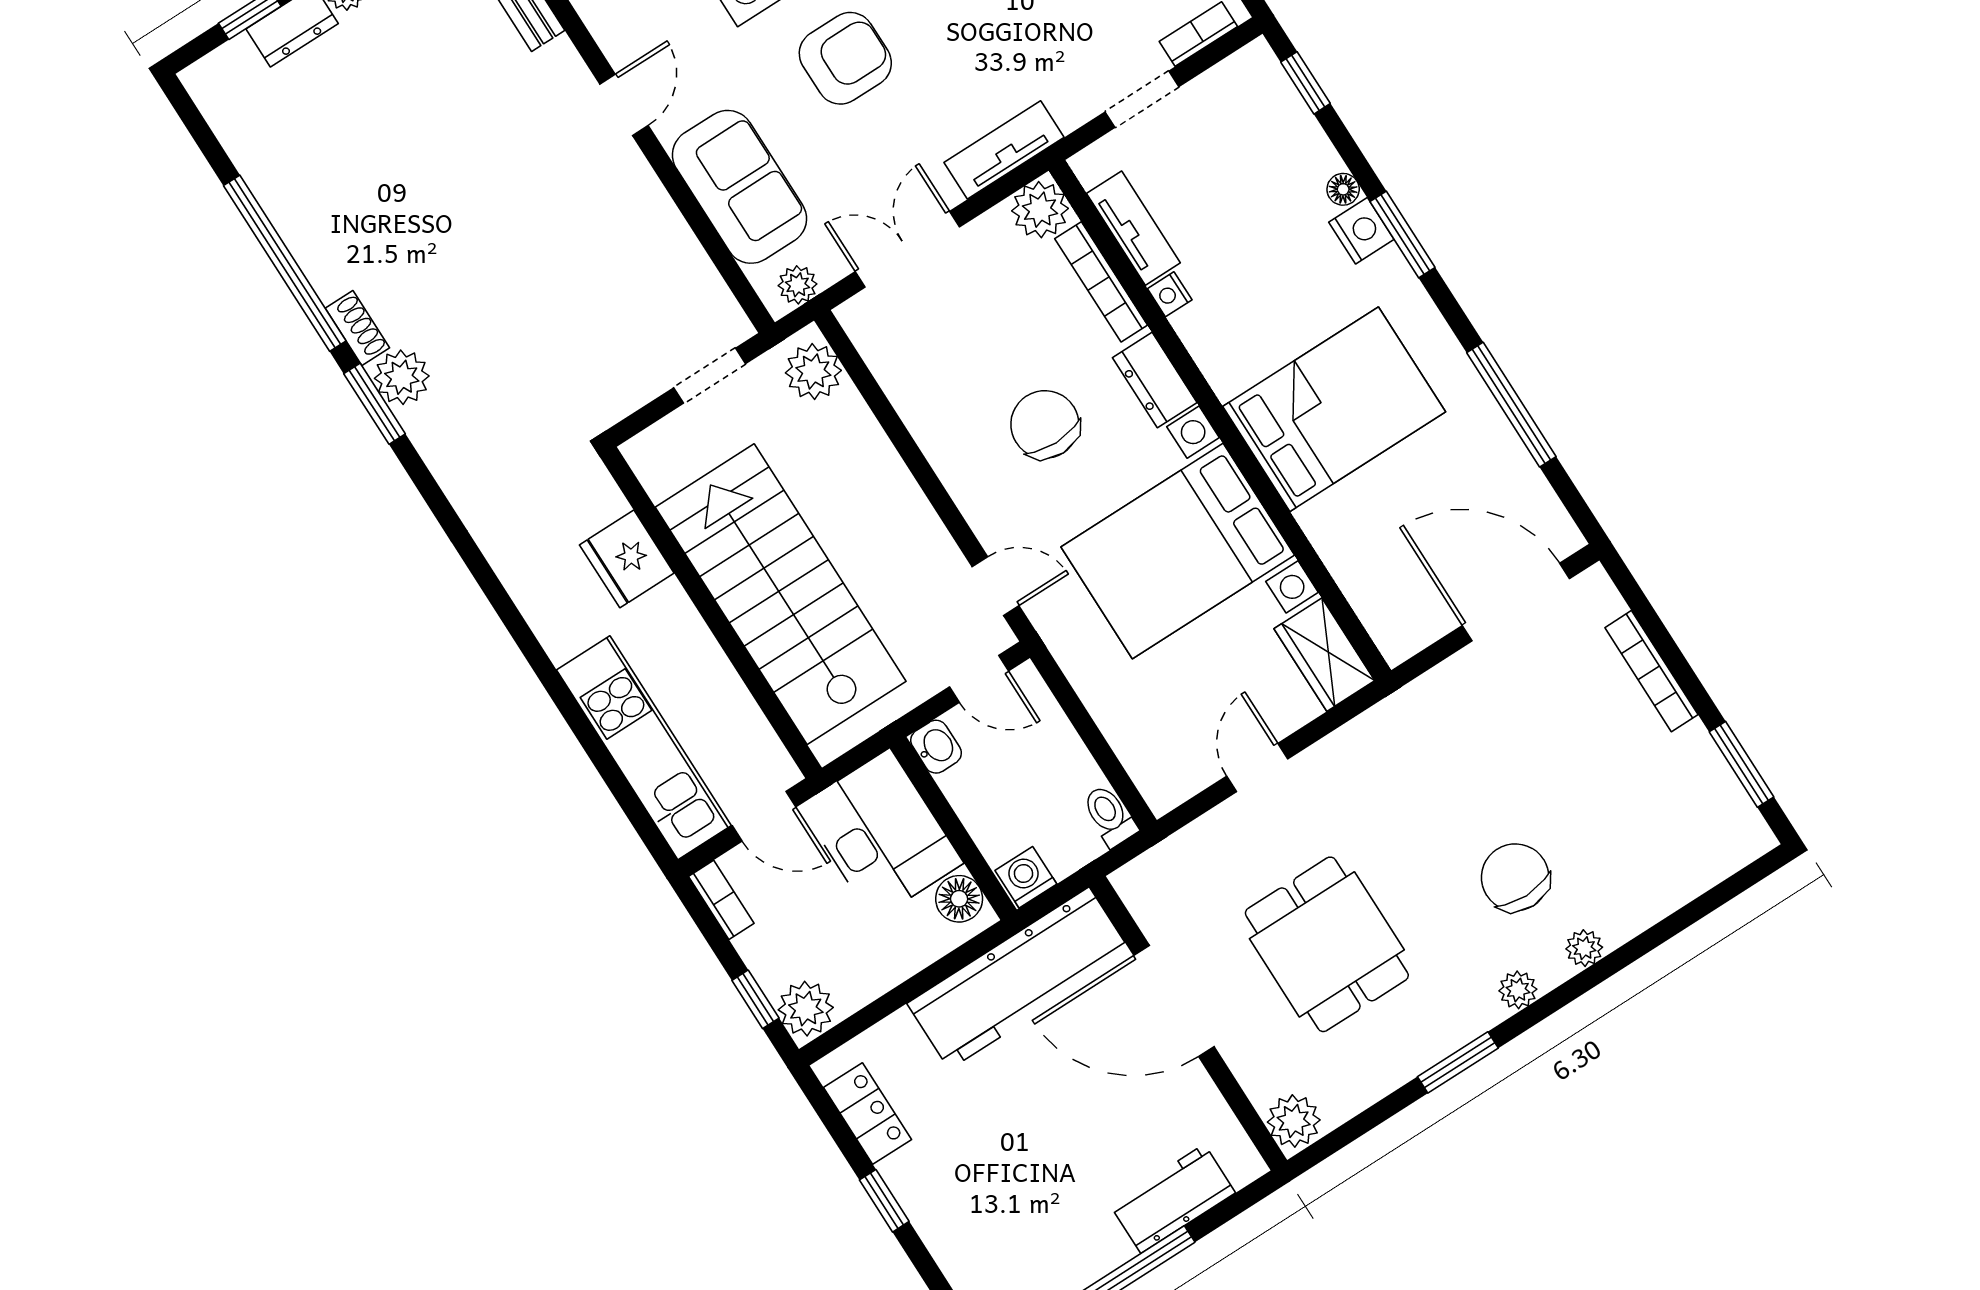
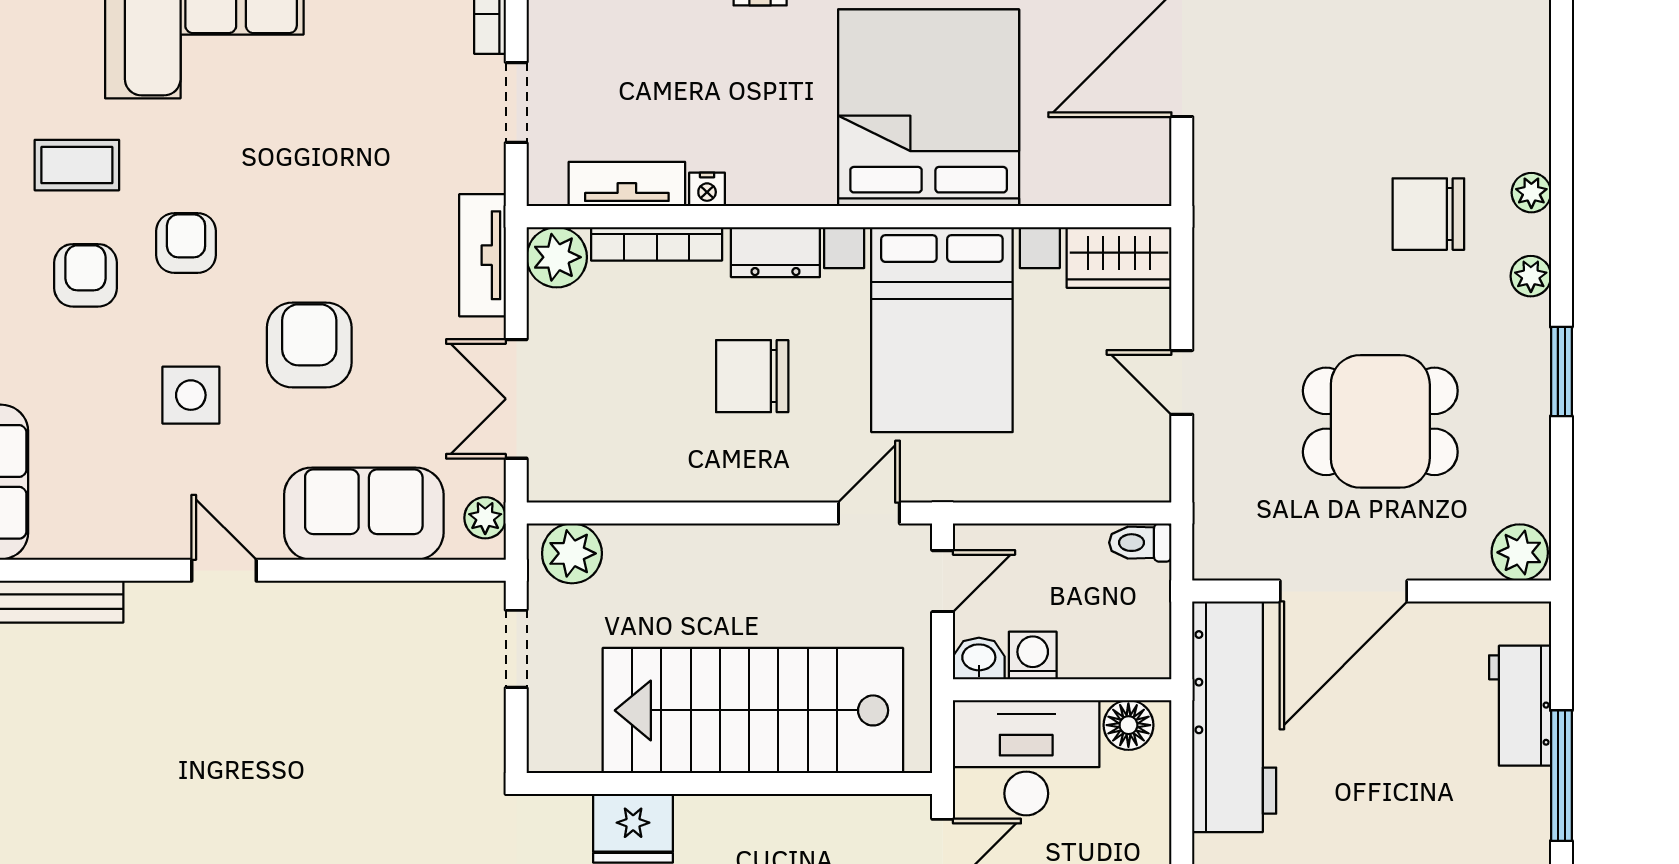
bed: (1334, 409) -> (929, 108), width x1.36
washing machine: (1026, 877) -> (1033, 656), moved, turned 90

